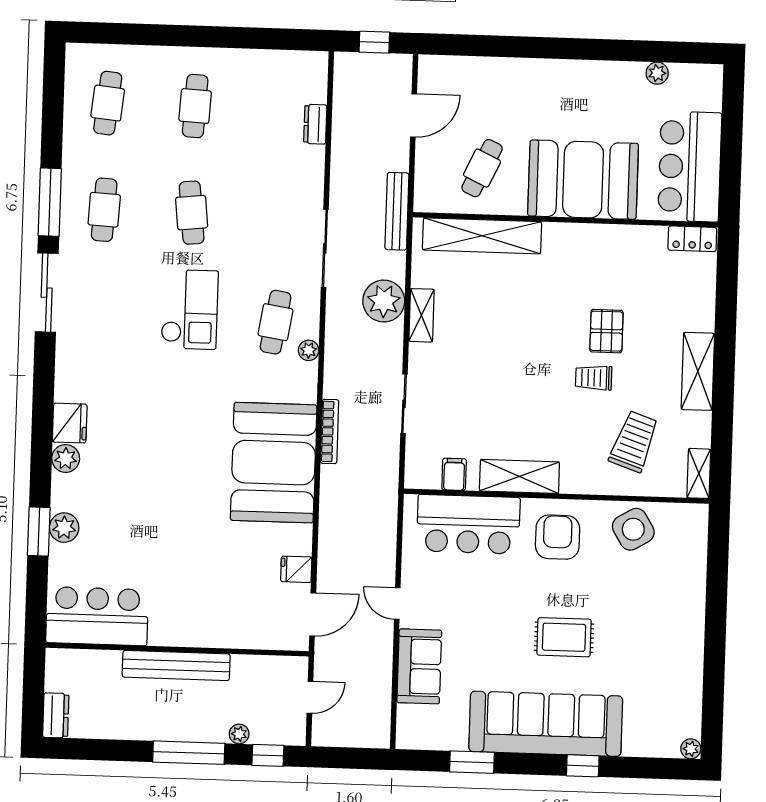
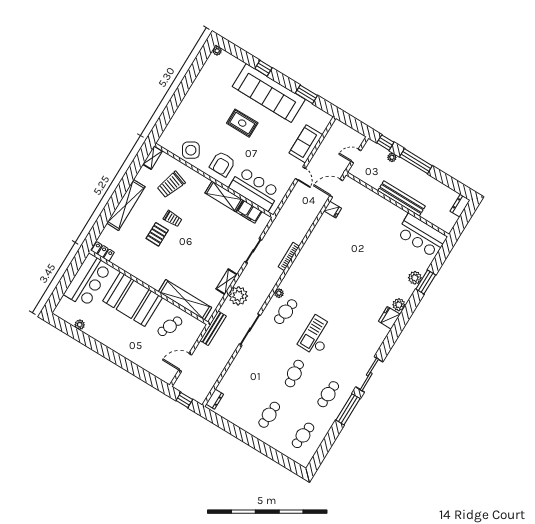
dresser: (315, 124) -> (215, 399), moved
shelving: (698, 371) -> (126, 205), width x1.47
booth: (274, 463) -> (318, 257), removed
filing cabinet: (454, 474) -> (249, 212), width x2.00

